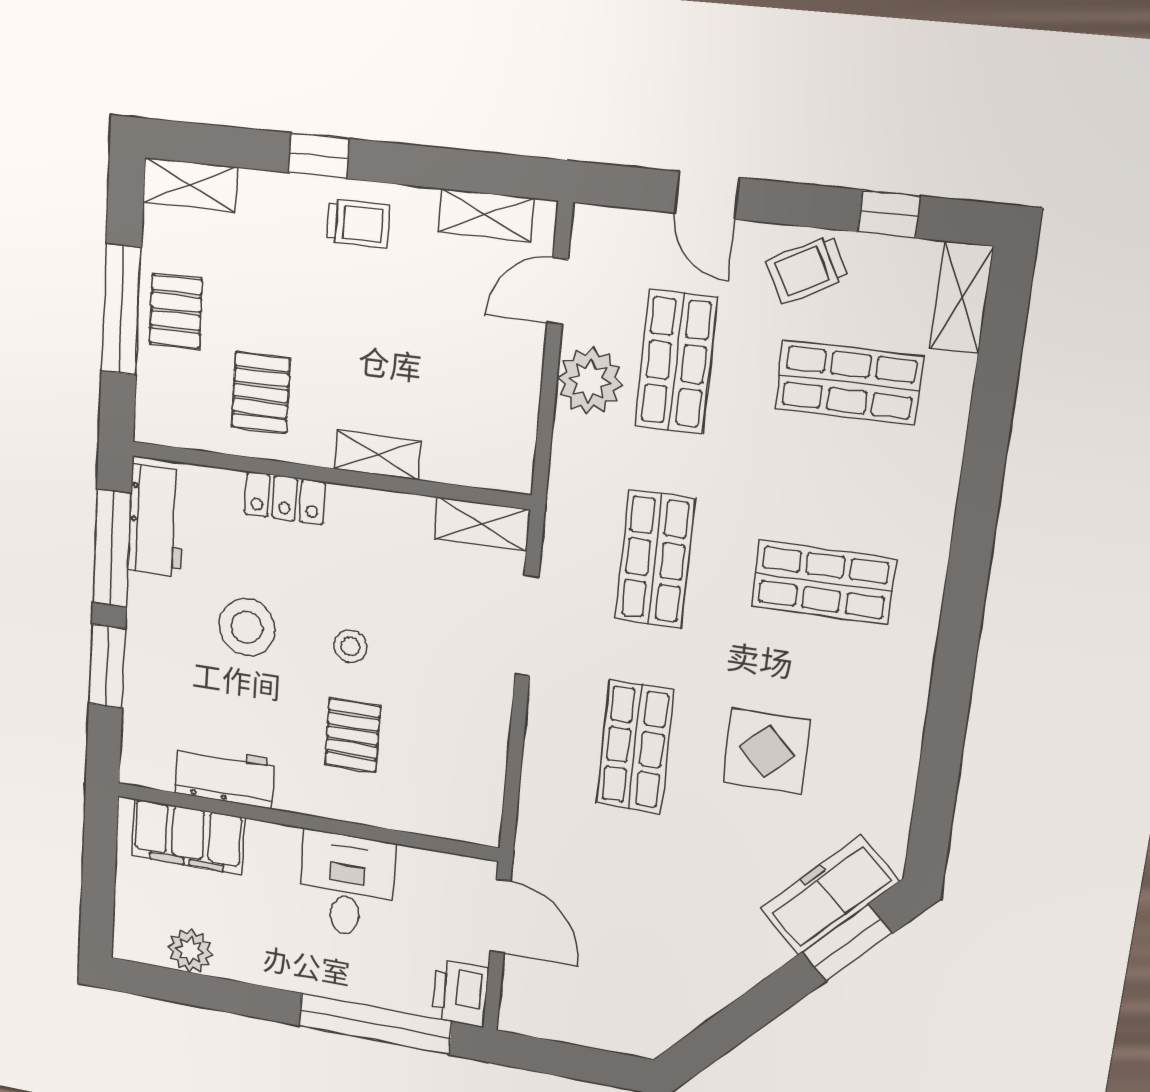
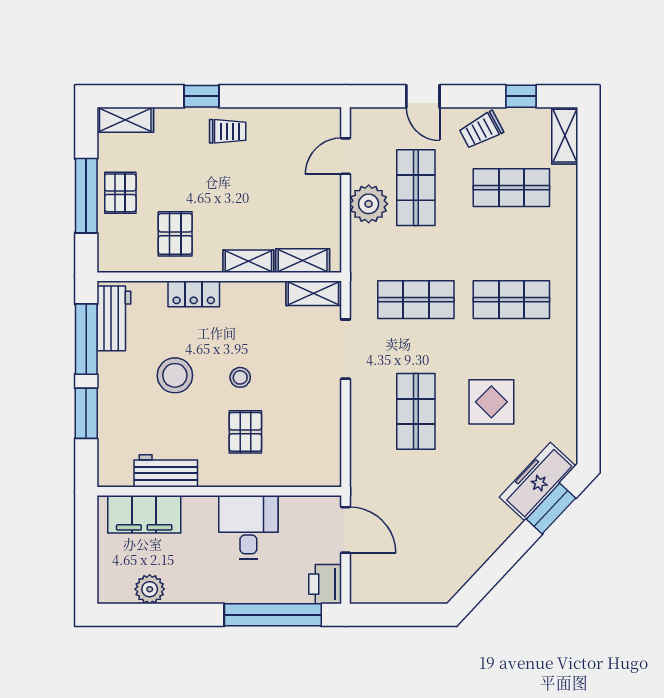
shelving: (486, 215) -> (303, 261), moved
shop shelf: (655, 559) -> (416, 300), turned 90

